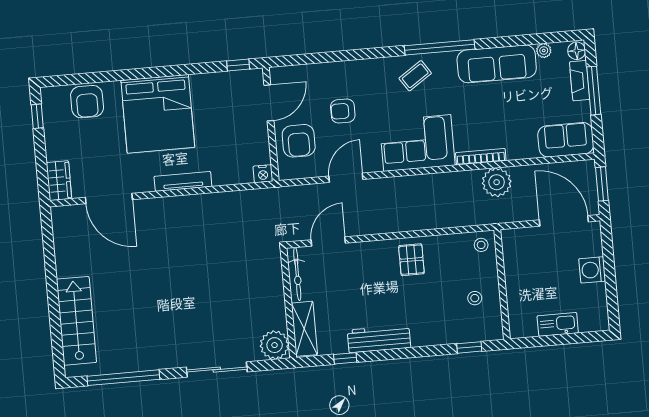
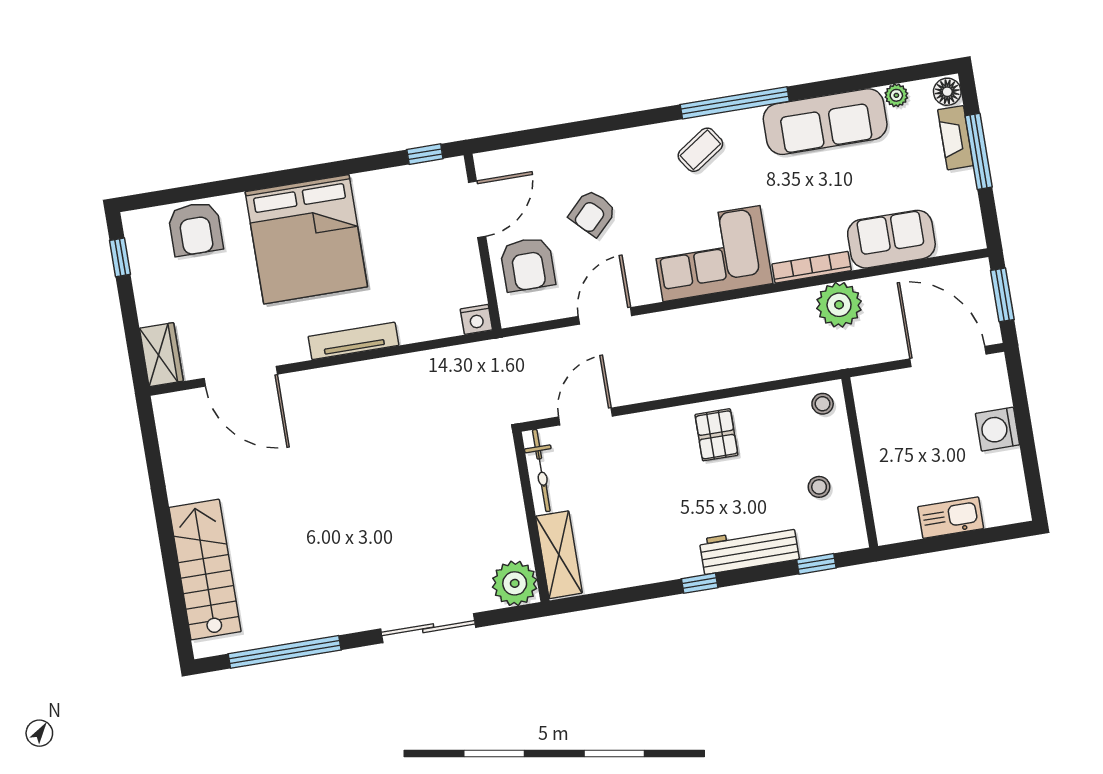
armchair: (343, 111) -> (592, 213), turned -45
sofa: (566, 140) -> (891, 239), moved
workbench: (379, 339) -> (749, 549), moved
window: (345, 358) -> (700, 583), moved

